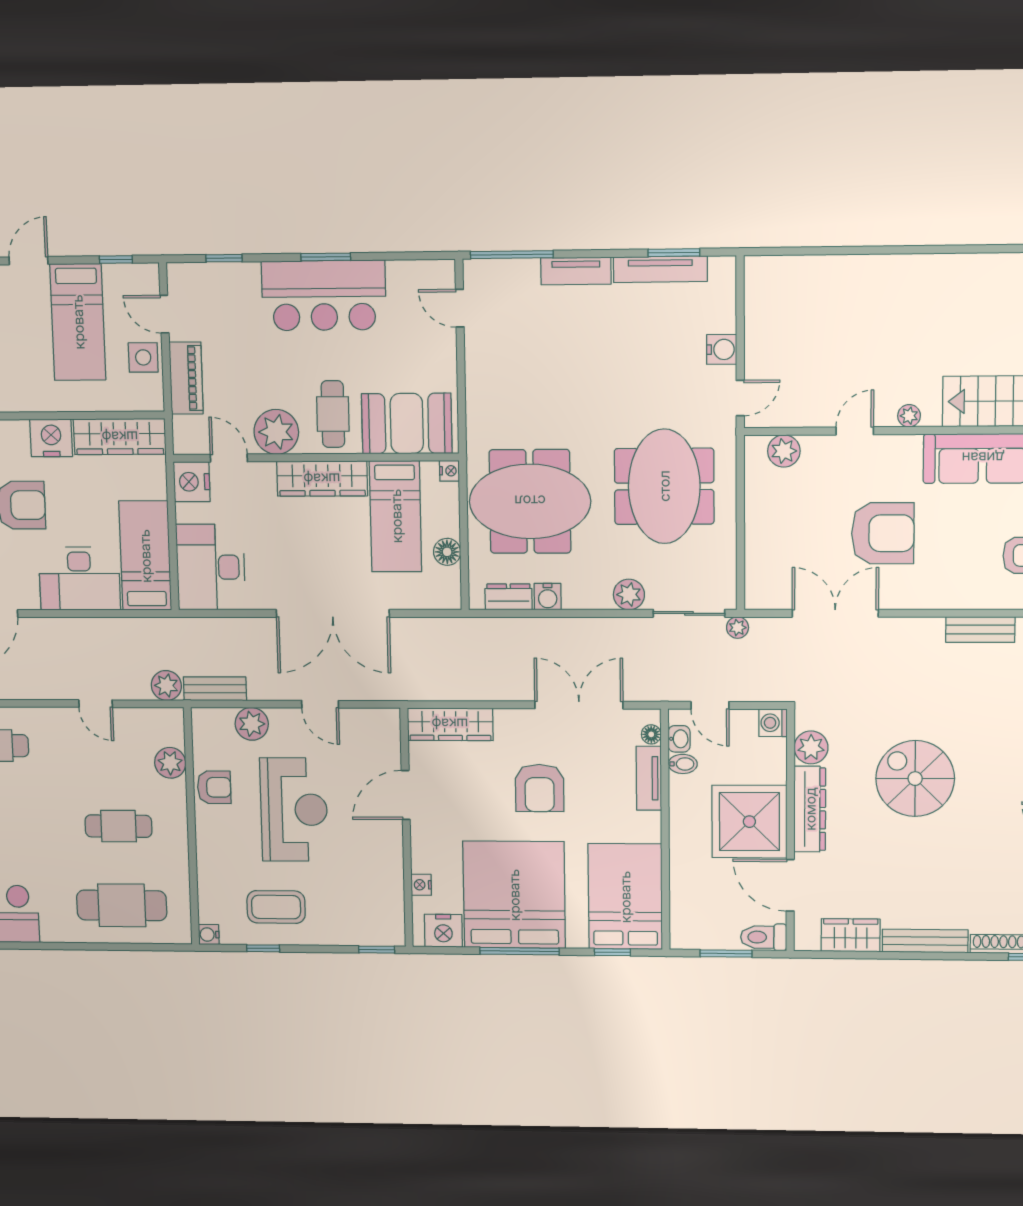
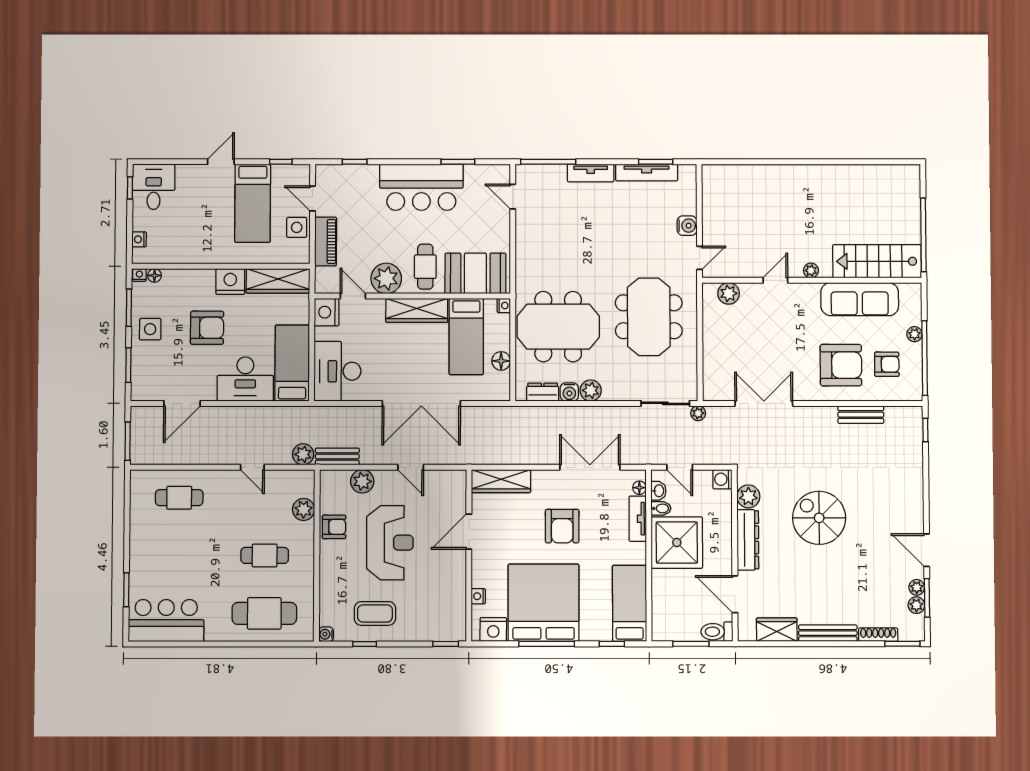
window: (326, 257) -> (458, 162), moved
armchair: (883, 533) -> (841, 365), moved
plant: (629, 595) -> (591, 390), moved
shower: (749, 822) -> (677, 543), moved
bed: (625, 897) -> (630, 603), width x0.67

